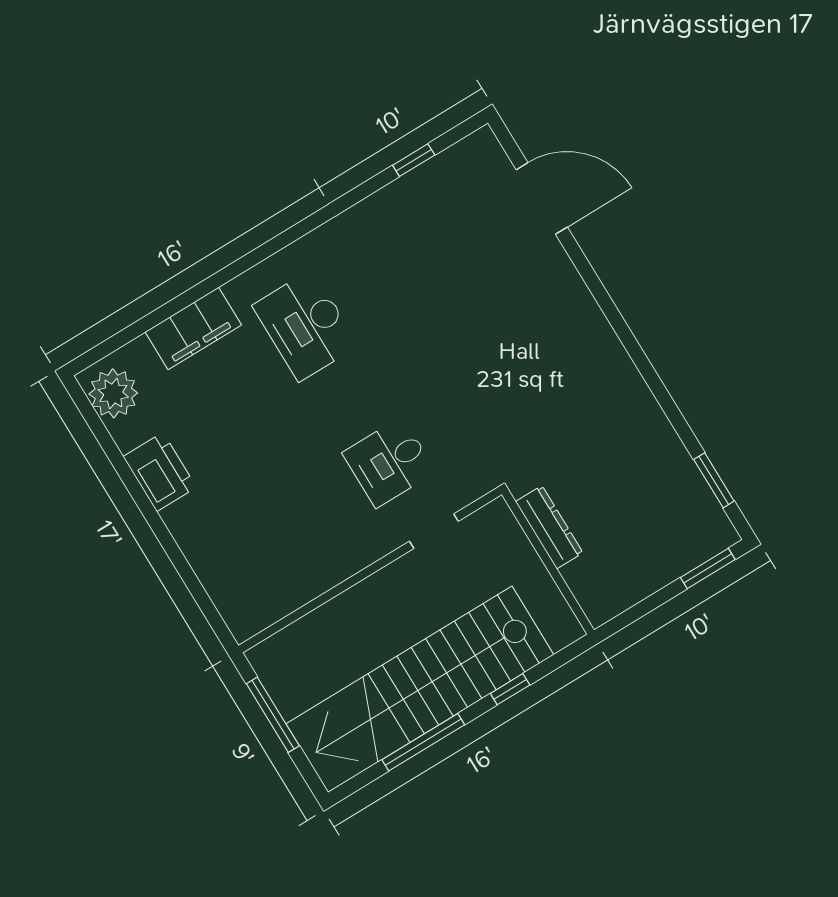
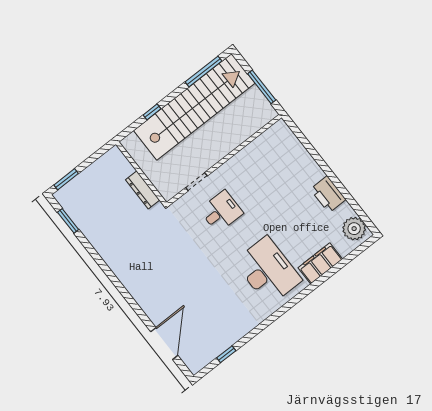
door: (542, 198) -> (164, 344), swing flipped
desk: (306, 325) -> (268, 271), width x1.36, depth x1.30
window: (423, 742) -> (204, 71), moved

